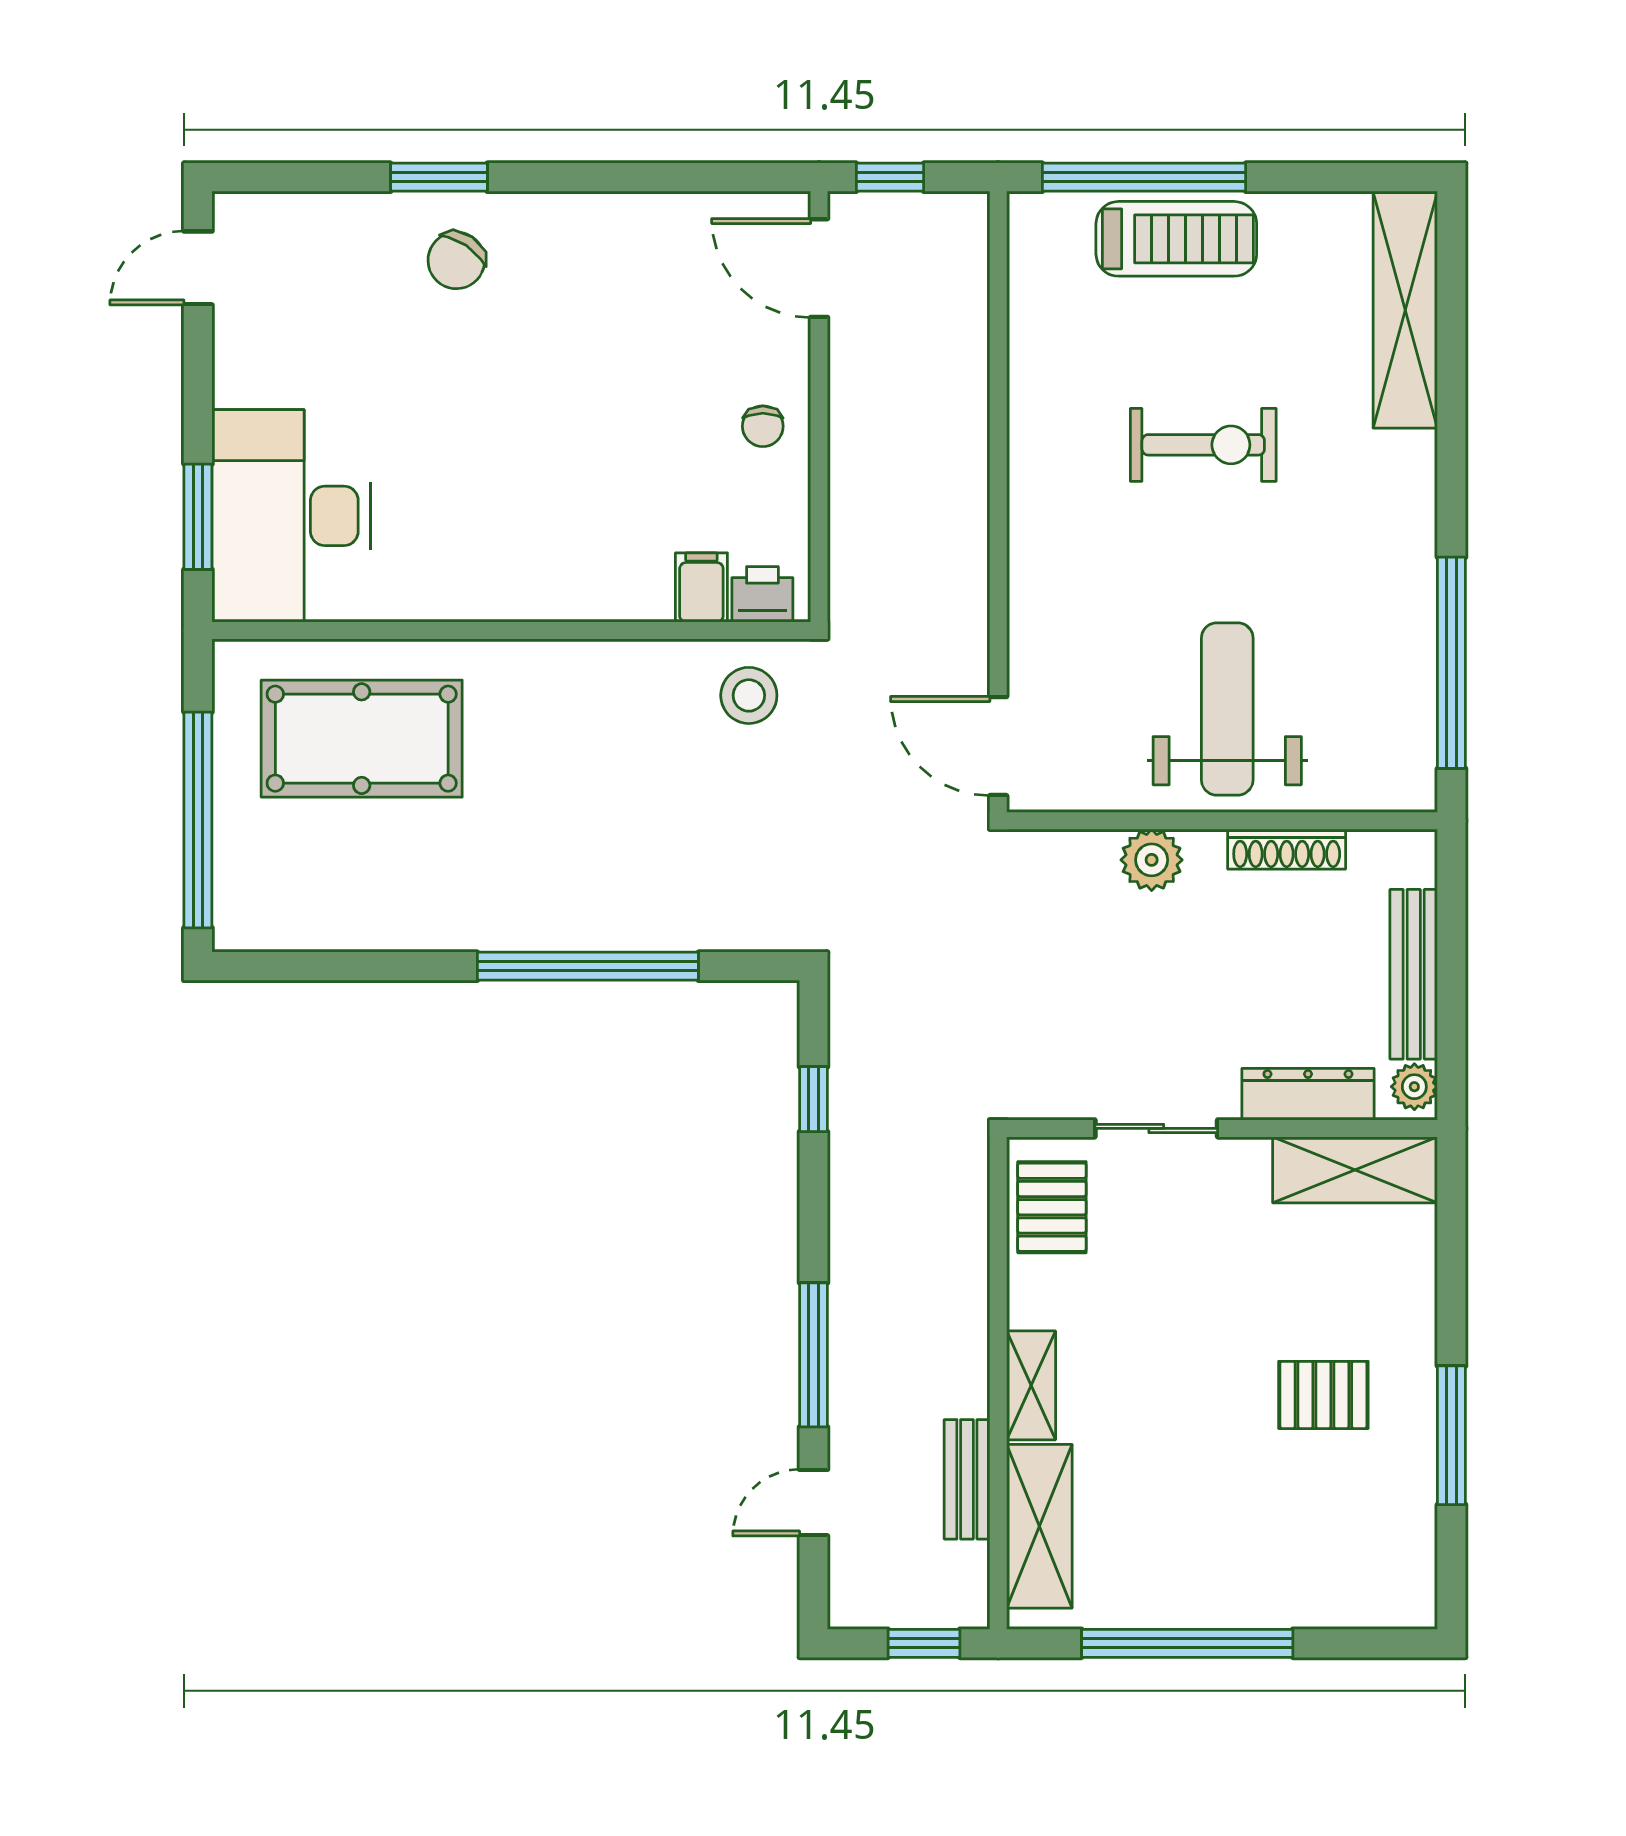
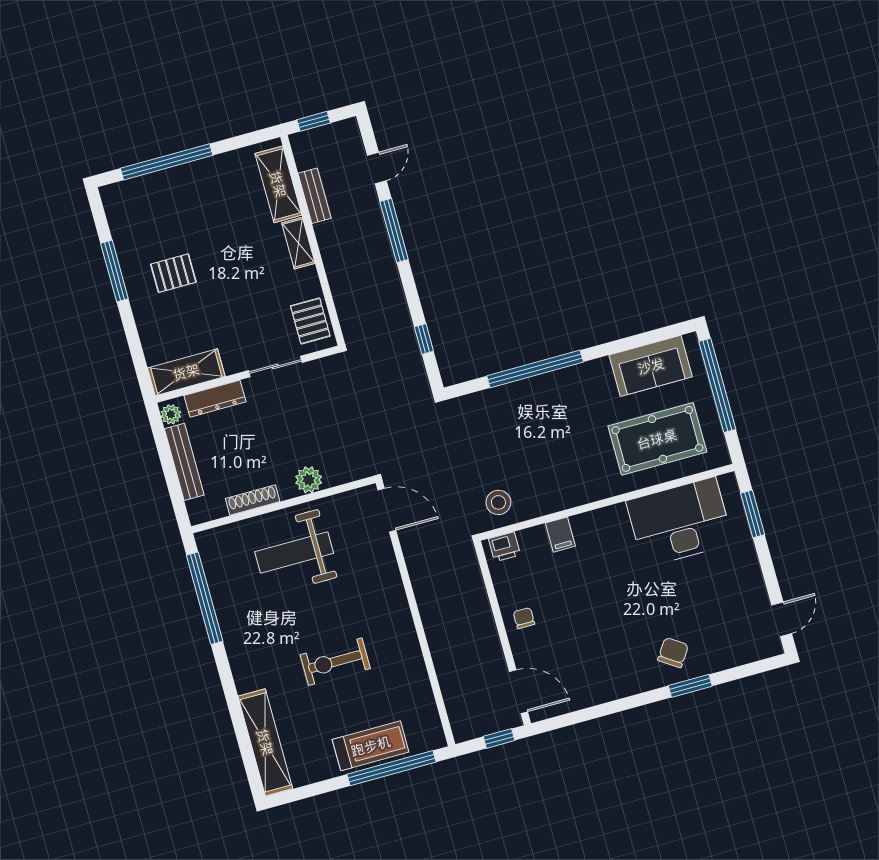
treadmill: (1176, 239) -> (371, 746), turned 180
desk: (291, 516) -> (680, 522), moved, turned -90
filing cabinet: (701, 587) -> (560, 535), moved
weight bench: (1227, 709) -> (294, 553), turned 90
sofa: (332, 903) -> (651, 366), added
window: (1187, 1643) -> (167, 162), moved

